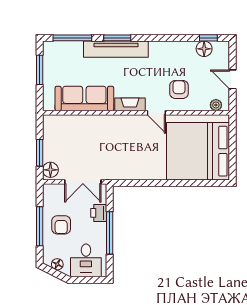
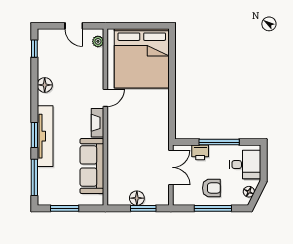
floor lamp: (204, 49) -> (45, 85), moved
door: (233, 79) -> (74, 26), hinge flipped
armchair: (179, 89) -> (83, 76), removed
floor lamp: (50, 170) -> (137, 198), moved

